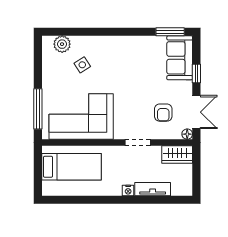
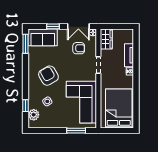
window: (76, 32) -> (26, 106), added
armchair: (122, 67) -> (48, 76), added
window: (38, 109) -> (76, 131), width x0.69
double door: (196, 112) -> (78, 26), swing flipped
bed: (71, 167) -> (119, 109), width x1.50

